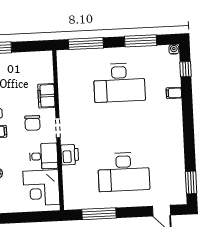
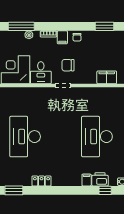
filing cabinet: (46, 96) -> (107, 77), moved
locker: (178, 149) -> (41, 181), added
printer: (70, 155) -> (100, 179), moved, turned 180

